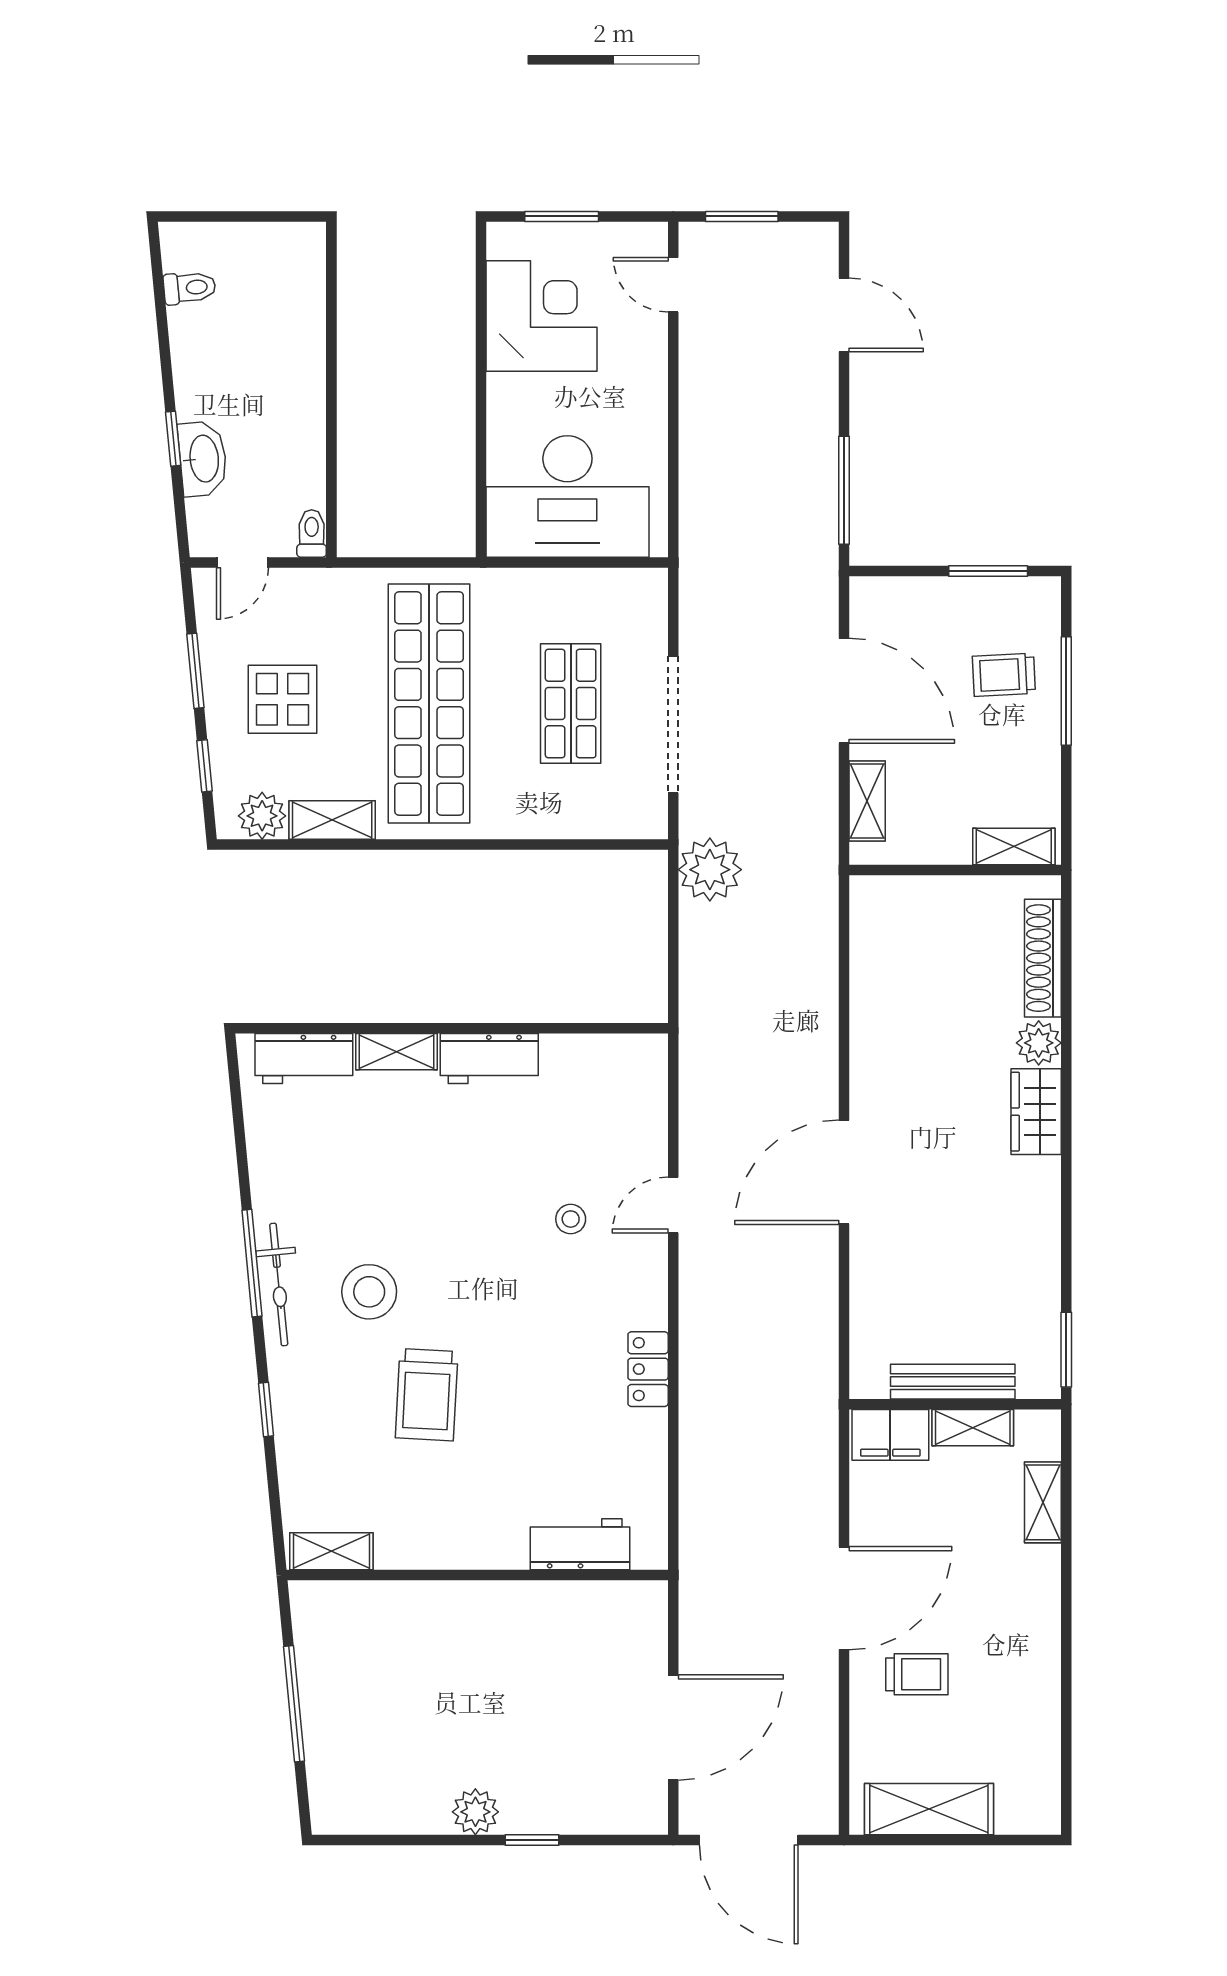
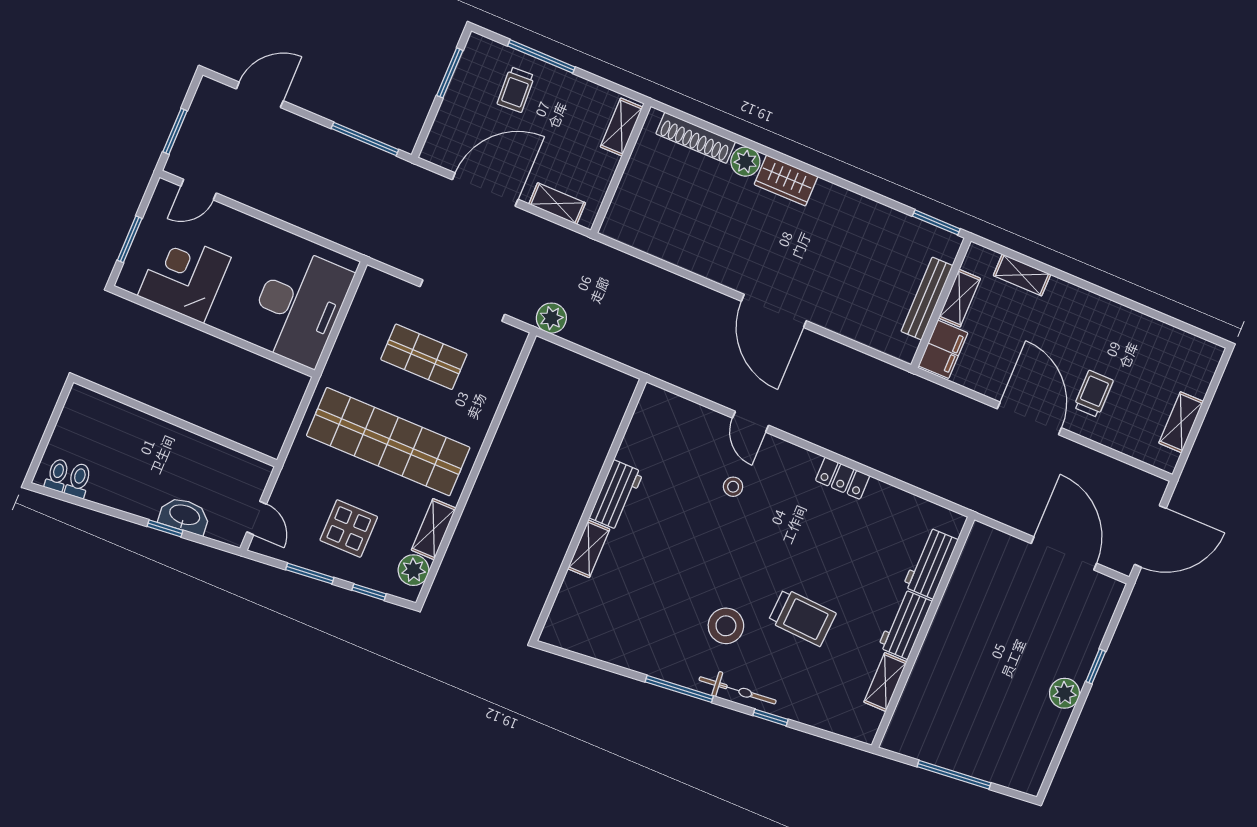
toilet: (312, 534) -> (57, 475), moved, turned 85
plant: (710, 870) -> (551, 318), width x0.73, depth x0.73
workbench: (304, 1058) -> (905, 624), moved, turned 180
bicycle: (279, 1284) -> (738, 690), moved
shelving: (331, 1551) -> (885, 682), moved
shelving: (929, 1809) -> (1181, 422), width x0.67, depth x0.75

